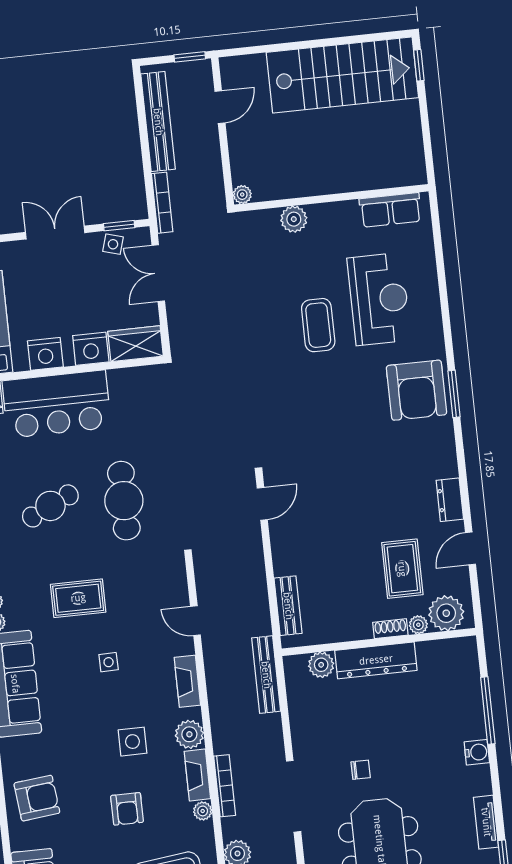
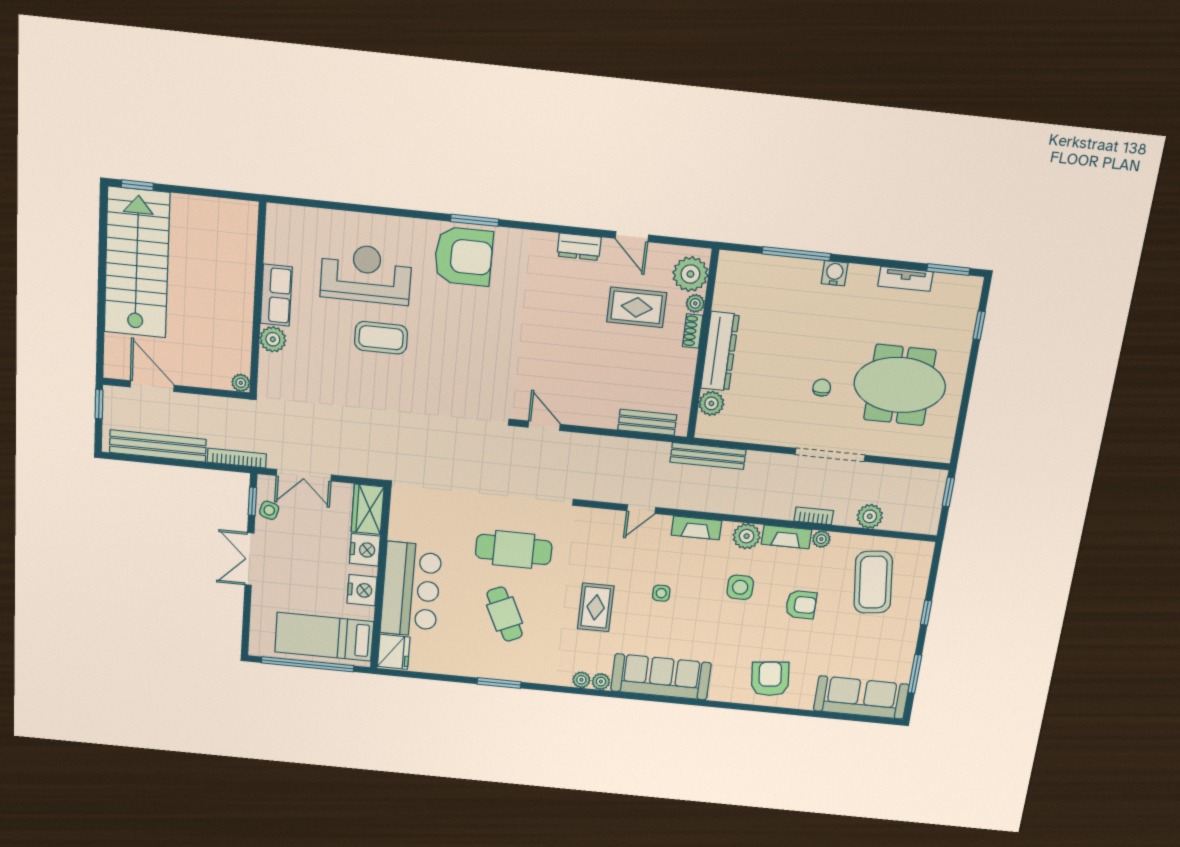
door: (220, 107) -> (152, 386), width x1.38
row of seats: (390, 210) -> (276, 295), moved
bookcase: (225, 786) -> (814, 516), width x0.64

